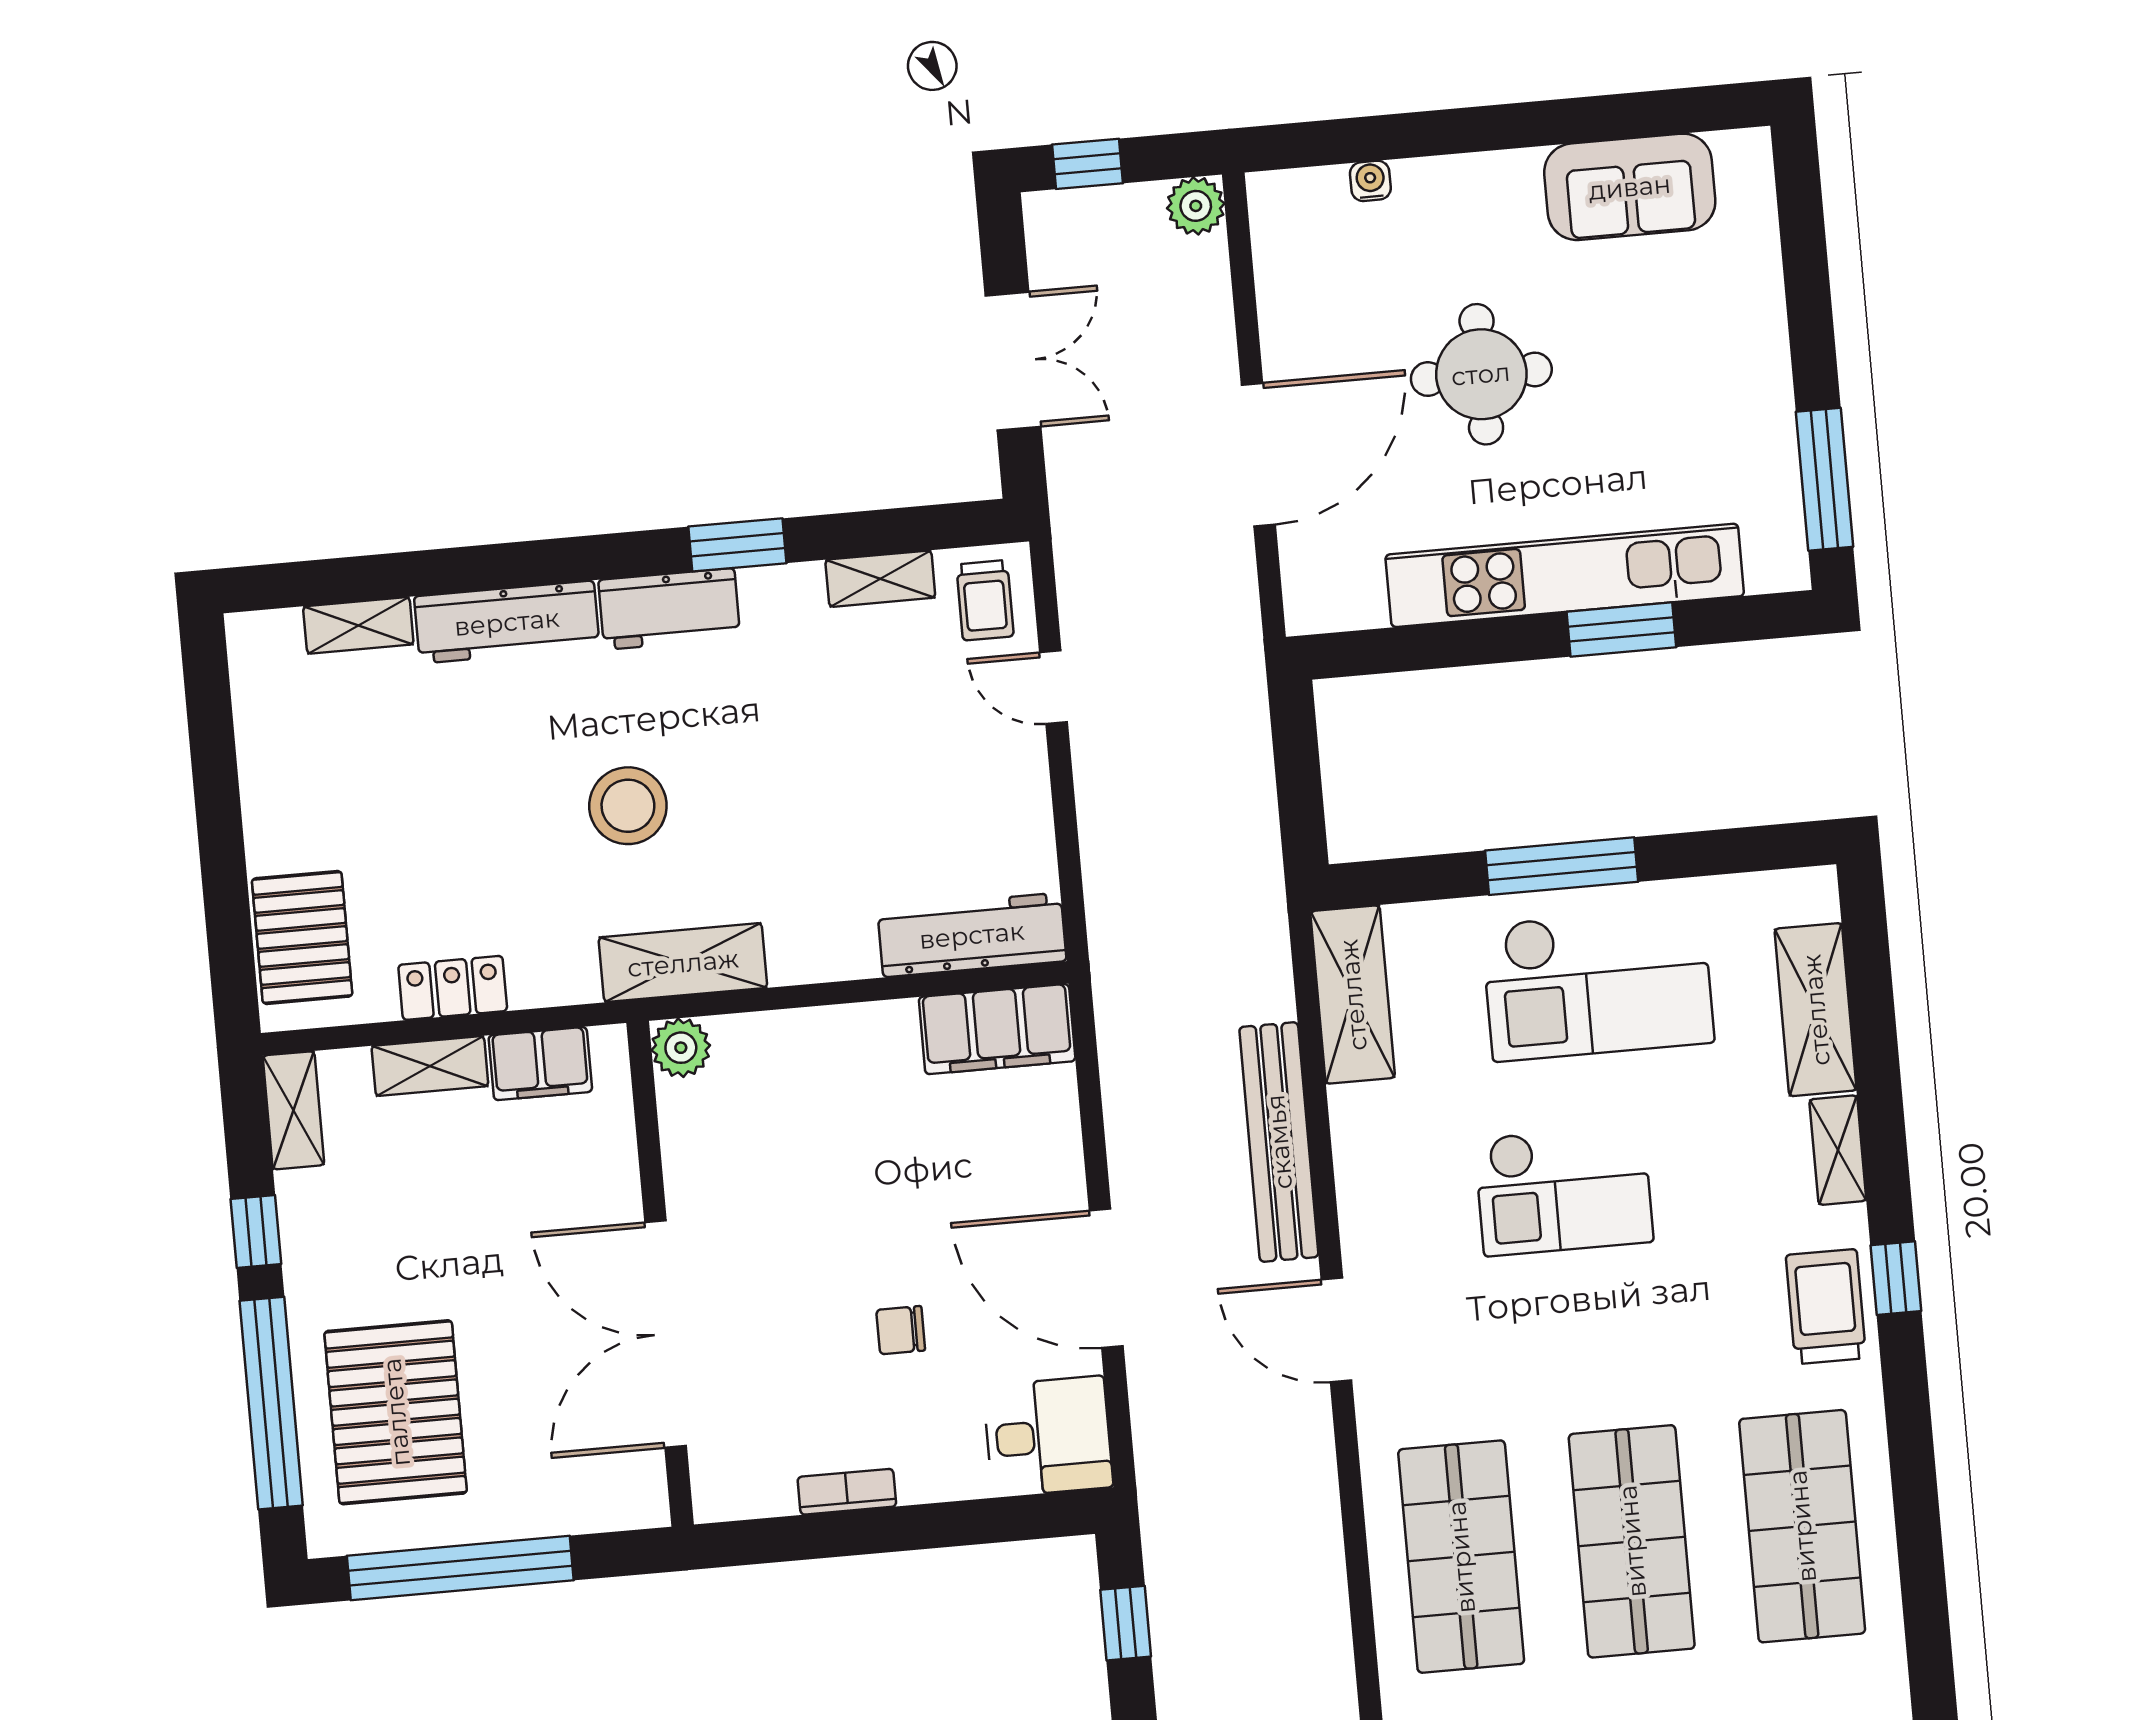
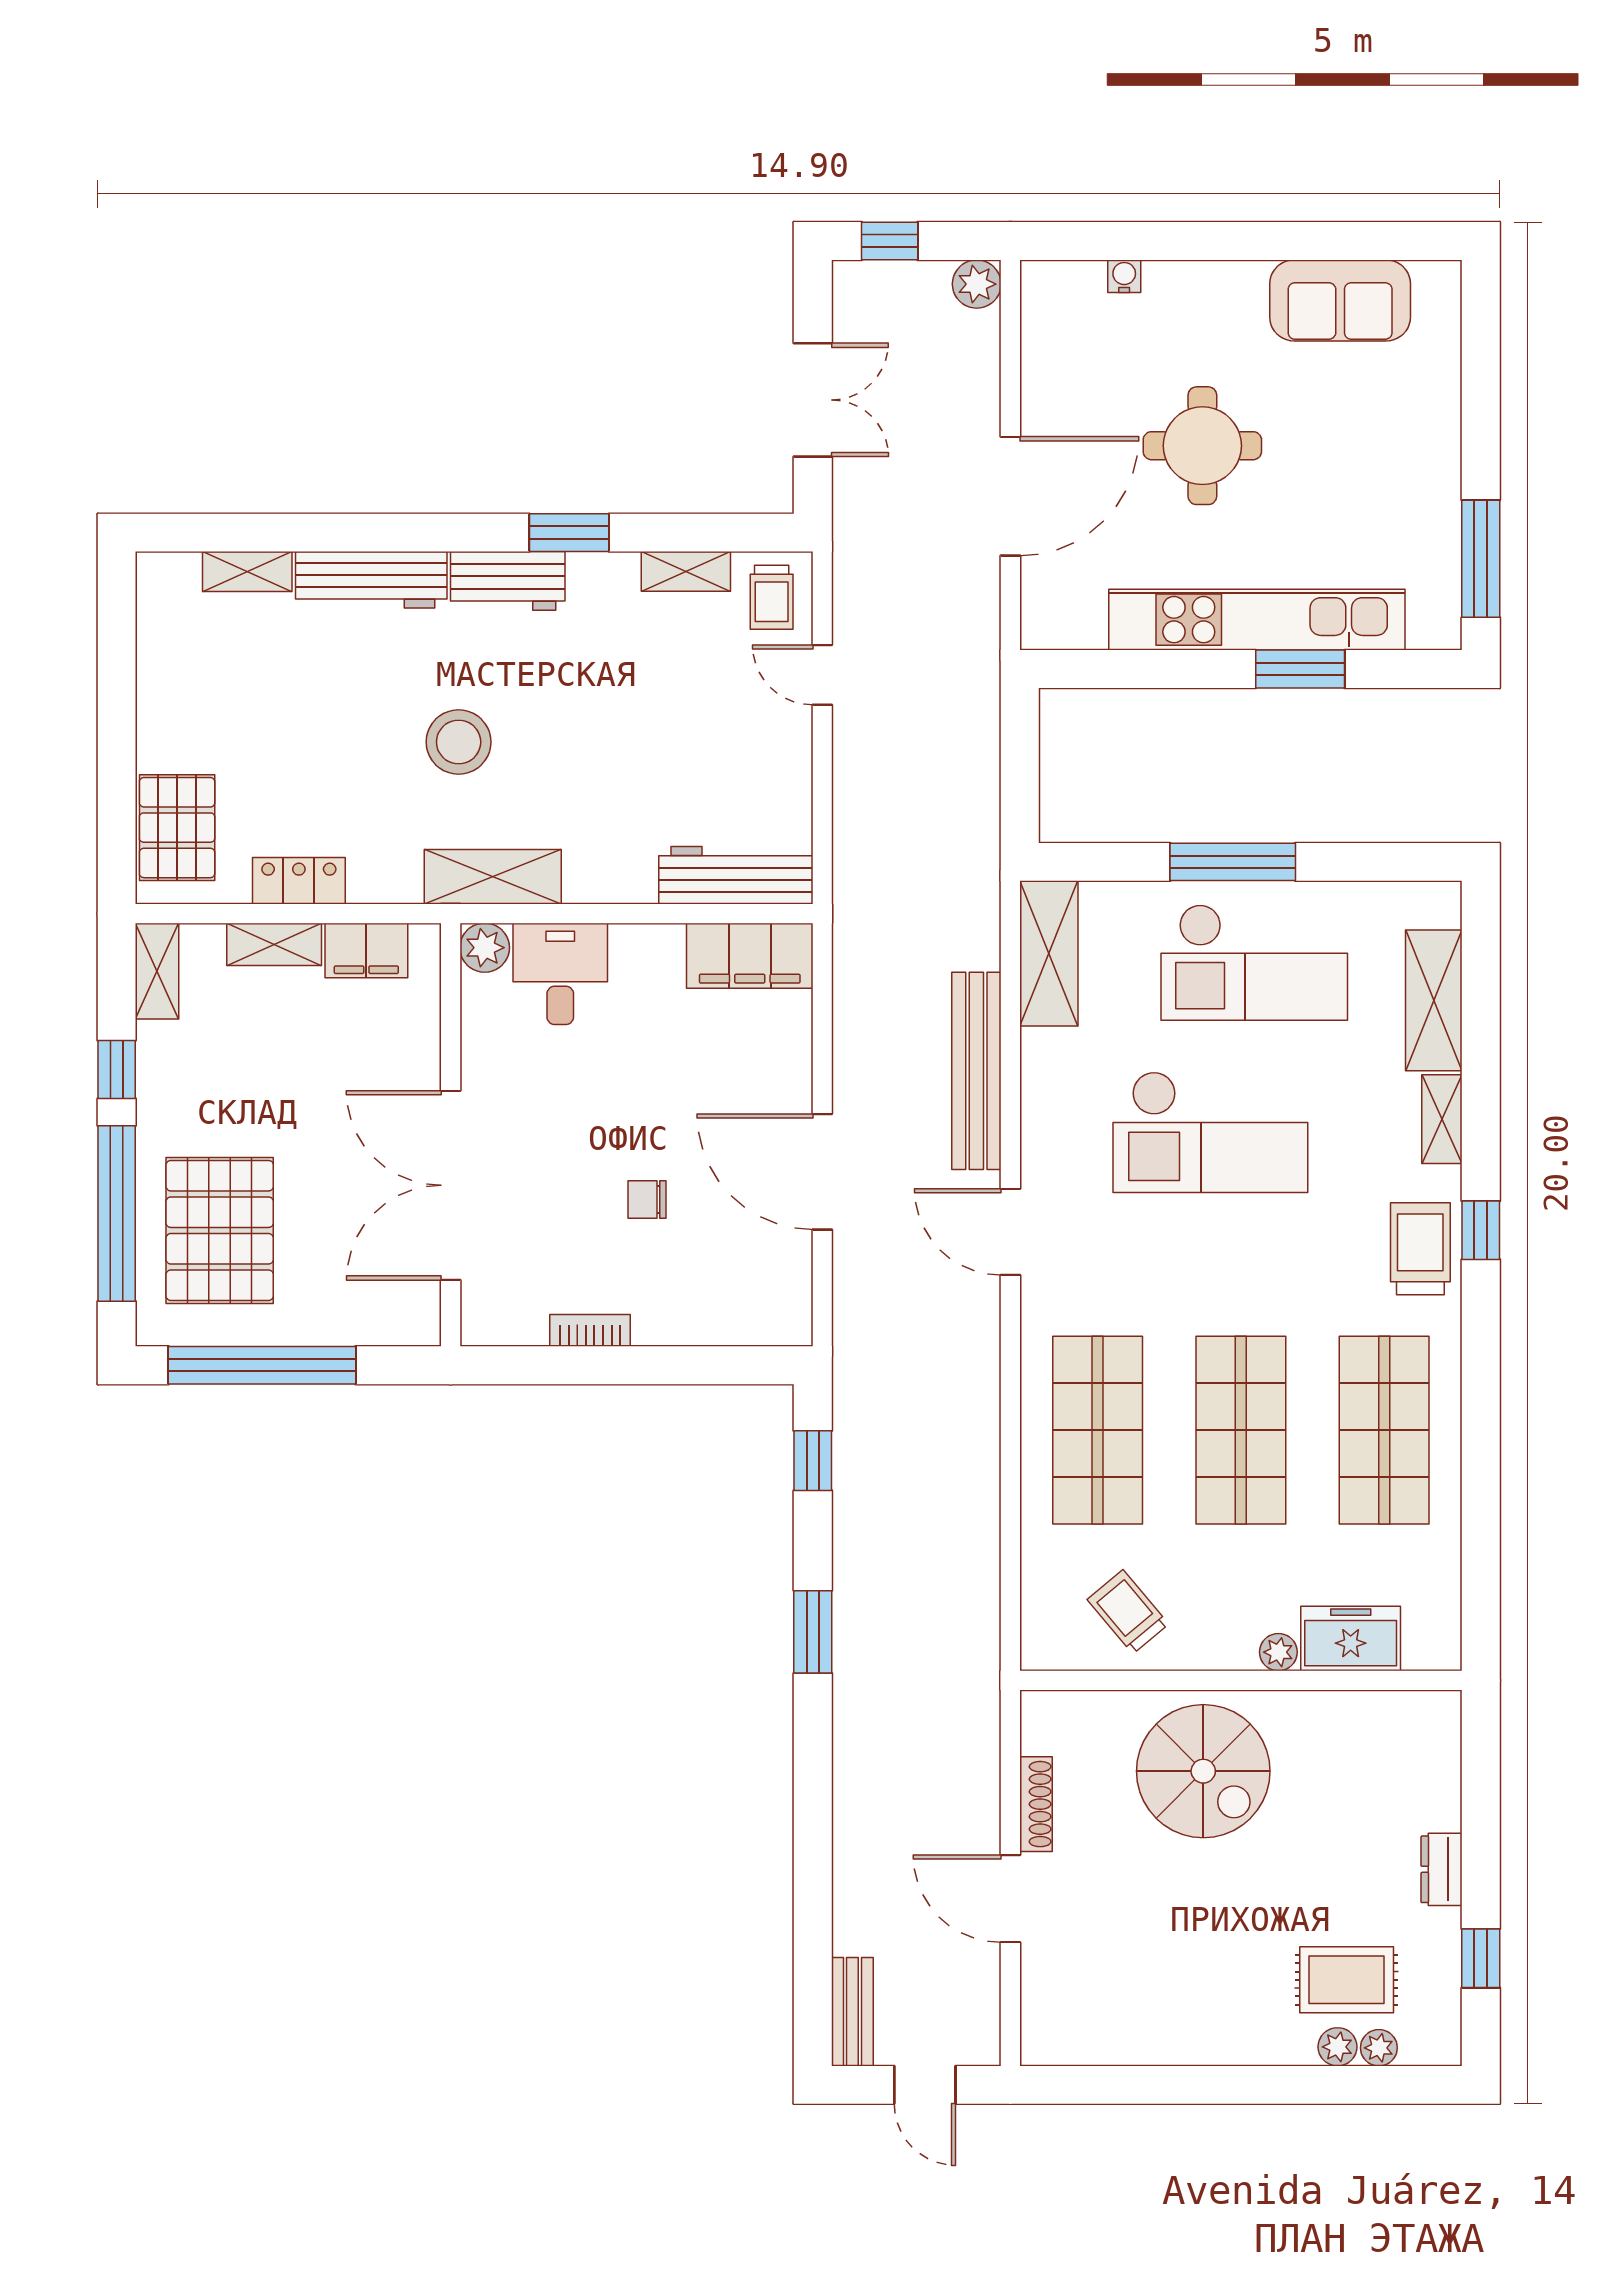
checkout: (1564, 1190) -> (1210, 1132), width x1.36, depth x1.21
desk: (1048, 1436) -> (560, 974), moved, turned -90

